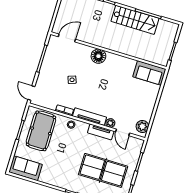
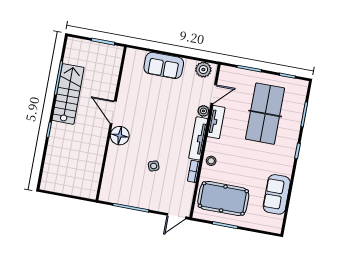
door: (67, 38) -> (113, 112), moved
sofa: (149, 73) -> (164, 65), moved, turned 90
sofa: (25, 168) -> (277, 194), moved

